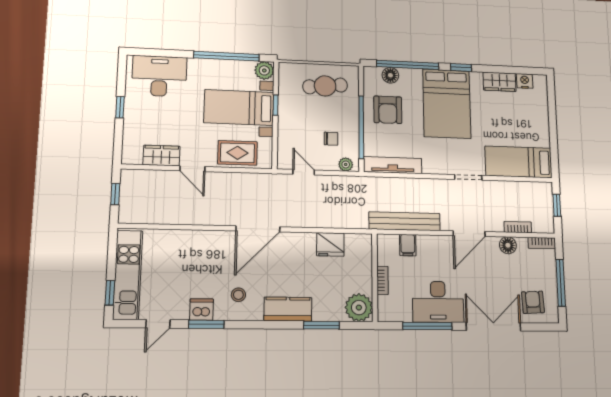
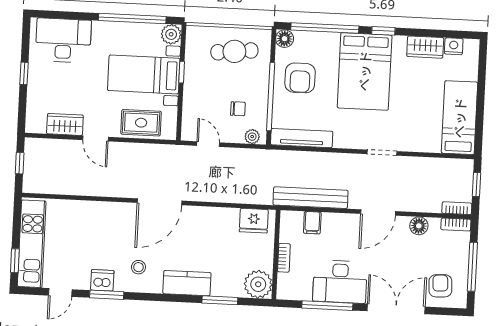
floor lamp: (390, 75) -> (285, 39), moved
bed: (519, 162) -> (460, 118), moved, turned 90
bookcase: (518, 227) -> (457, 208), moved
fridge: (330, 244) -> (254, 221), moved

